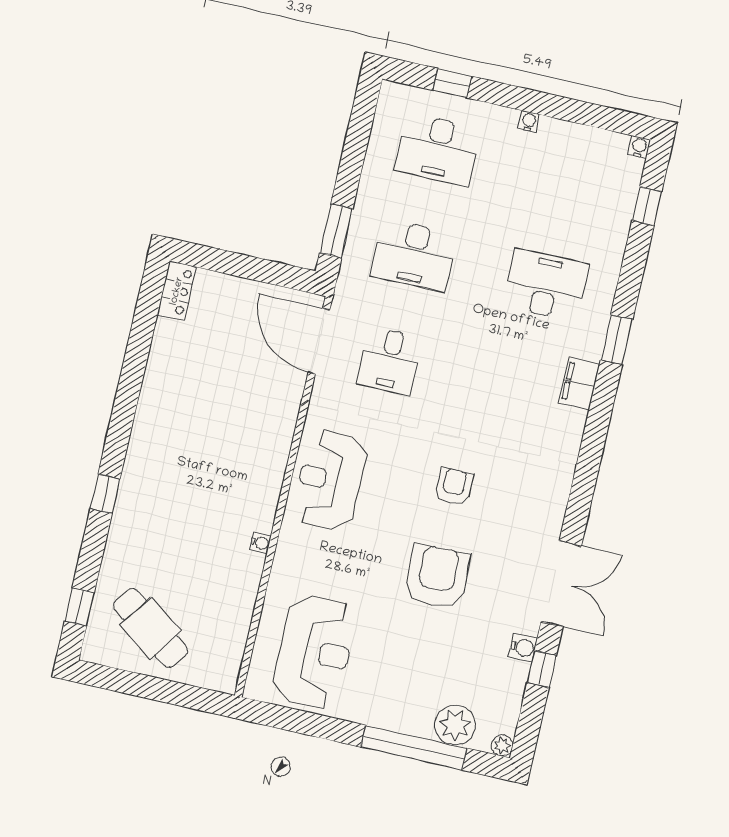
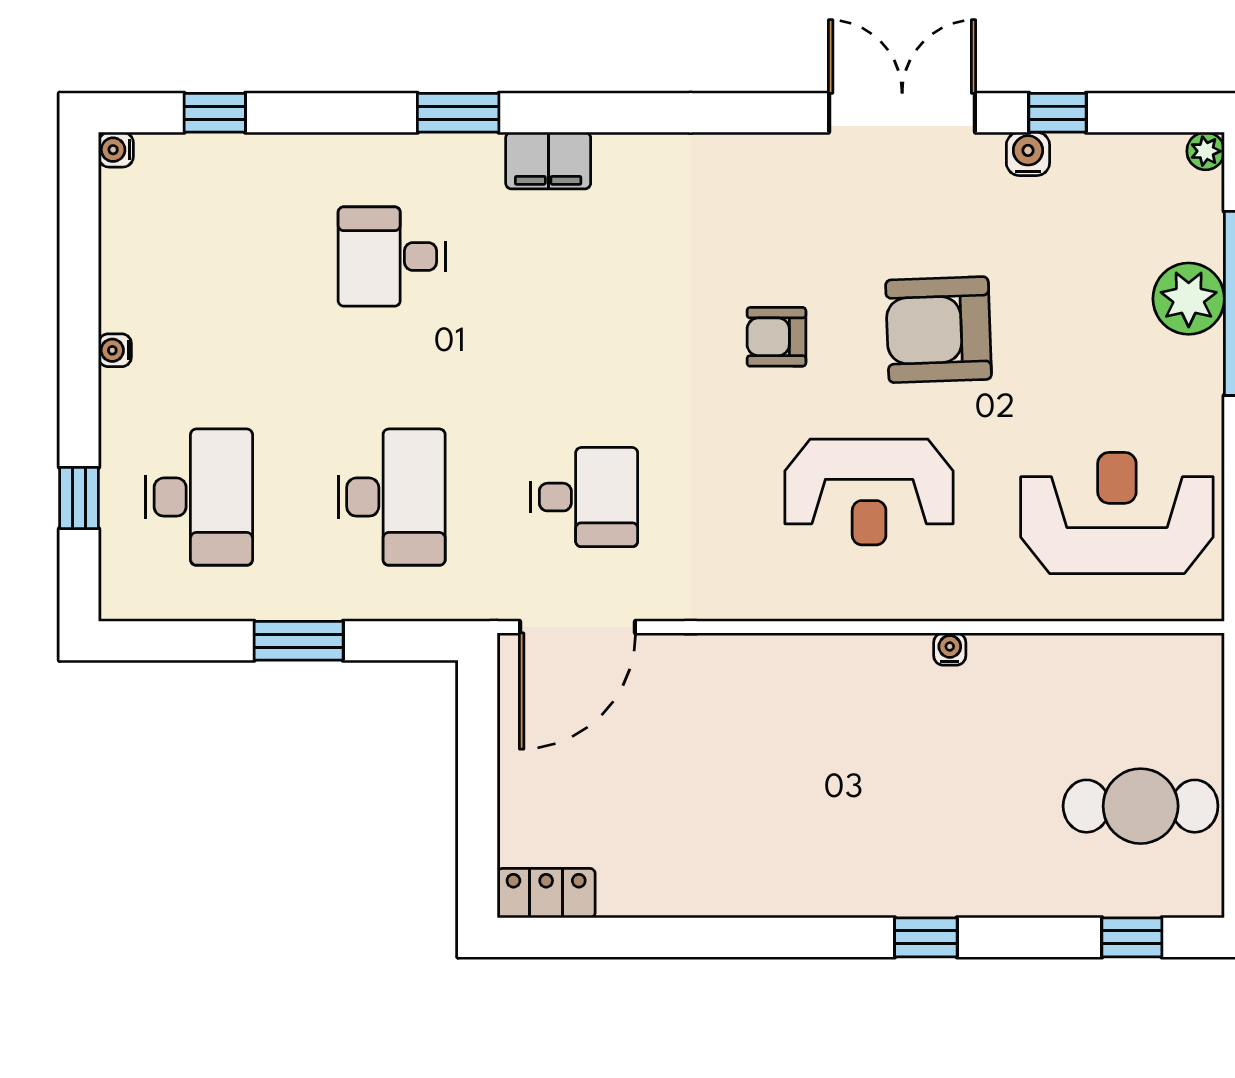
window: (336, 231) -> (299, 641), moved
desk: (546, 285) -> (392, 257), width x0.73
reception desk: (330, 480) -> (869, 492), moved
cafe table: (150, 628) -> (1141, 806), turned 54
plant: (455, 725) -> (1189, 299), moved

